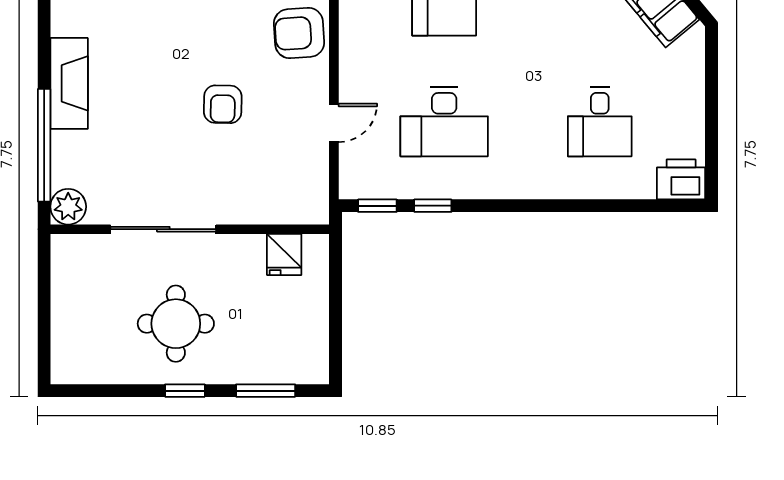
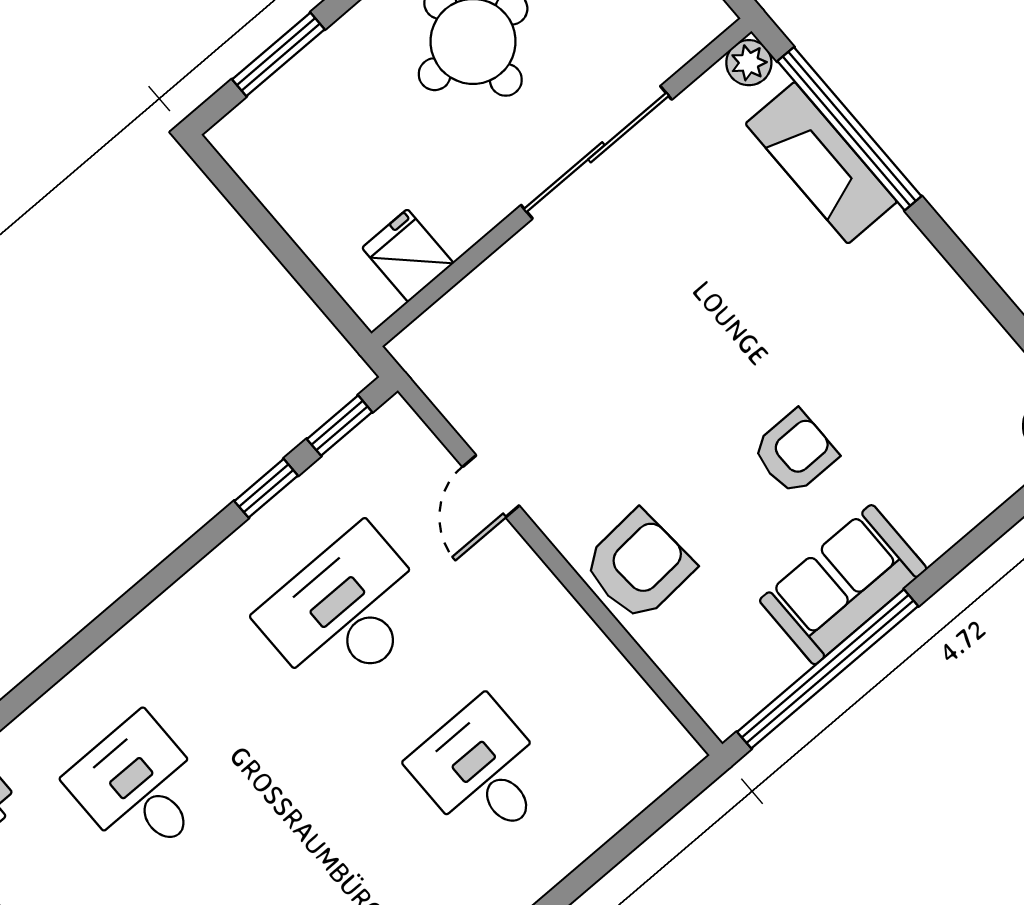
fireplace: (69, 83) -> (821, 163), moved
armchair: (223, 104) -> (795, 452), moved, turned 89
plant: (68, 207) -> (749, 63), width x0.73, depth x0.73

